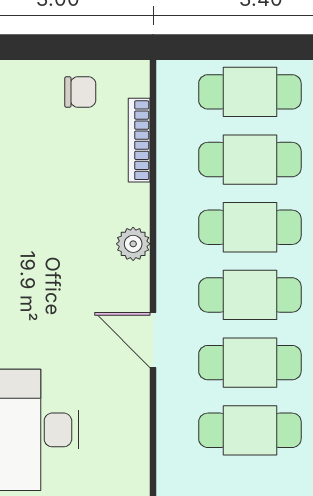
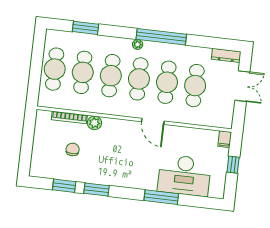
chair: (80, 92) -> (73, 149), moved
plant: (133, 244) -> (94, 123), moved
door: (153, 340) -> (153, 121), hinge flipped

